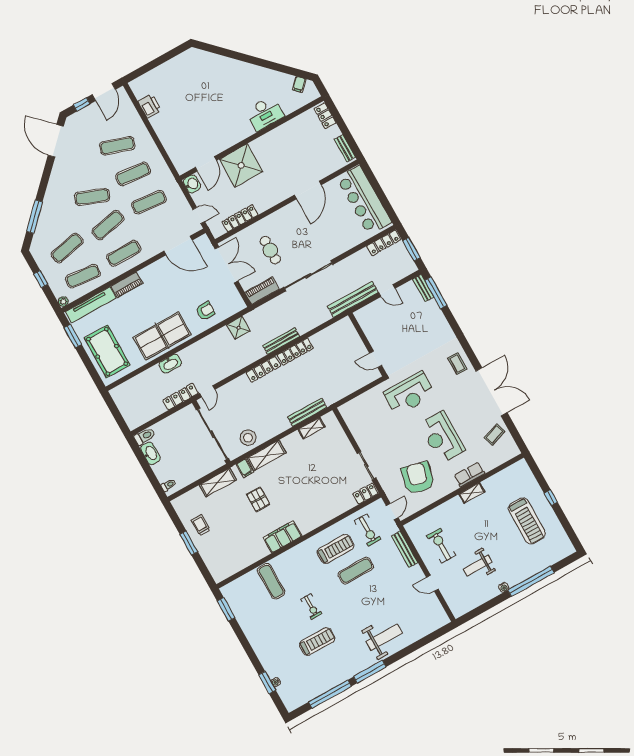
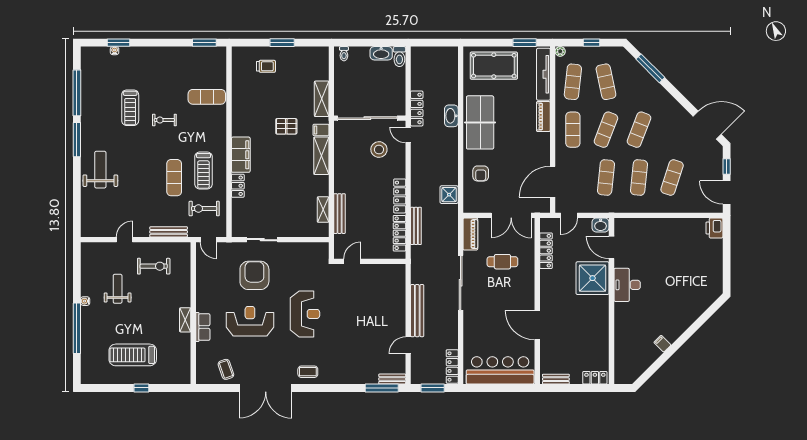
filing cabinet: (299, 84) -> (662, 344), moved
printer: (150, 106) -> (714, 228), moved, turned 90
desk: (265, 113) -> (627, 285), moved
exercise mat: (108, 225) -> (606, 130), turned 33
wall: (367, 345) -> (370, 261), moved
door: (376, 359) -> (352, 261), moved
reception desk: (409, 394) -> (305, 314), turned 180
stool: (248, 438) -> (379, 150), moved
armchair: (418, 478) -> (254, 275), moved, turned -104
locker: (365, 494) -> (238, 186), moved
trolley: (201, 525) -> (266, 66), moved
filing cabinet: (282, 537) -> (241, 155), moved
weight bench: (384, 637) -> (100, 170), turned 180

